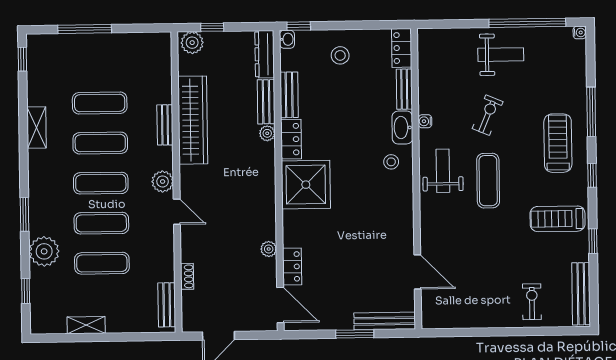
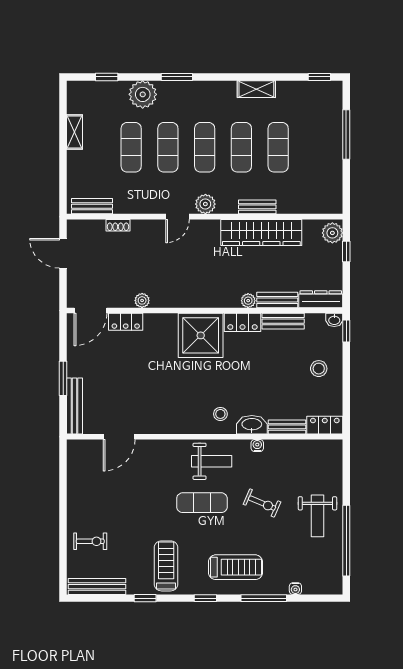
water cooler: (580, 32) -> (295, 589), moved

